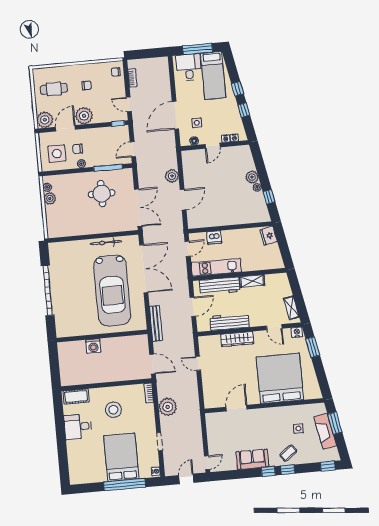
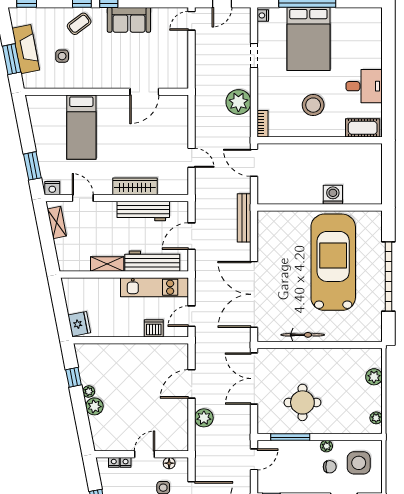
plant: (50, 198) -> (374, 377), moved
car: (112, 291) -> (333, 262), moved
bed: (280, 378) -> (81, 127), width x0.49

